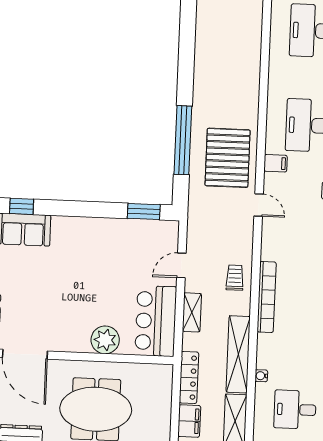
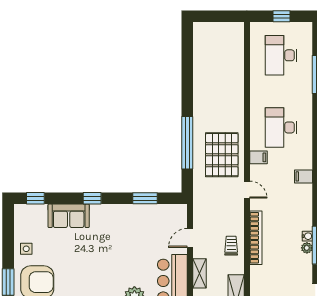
window: (22, 206) -> (92, 198), moved
window: (144, 212) -> (145, 198), moved
bookcase: (267, 297) -> (256, 238), moved

